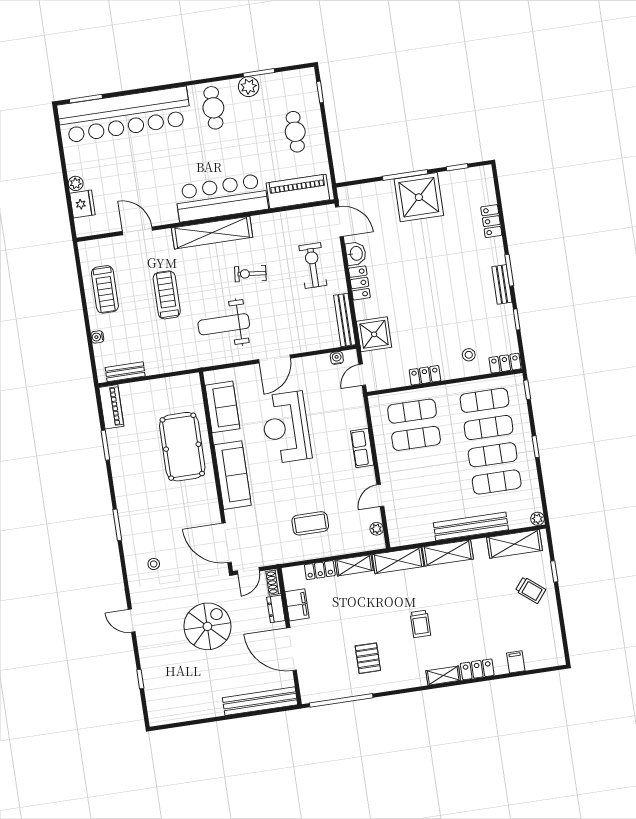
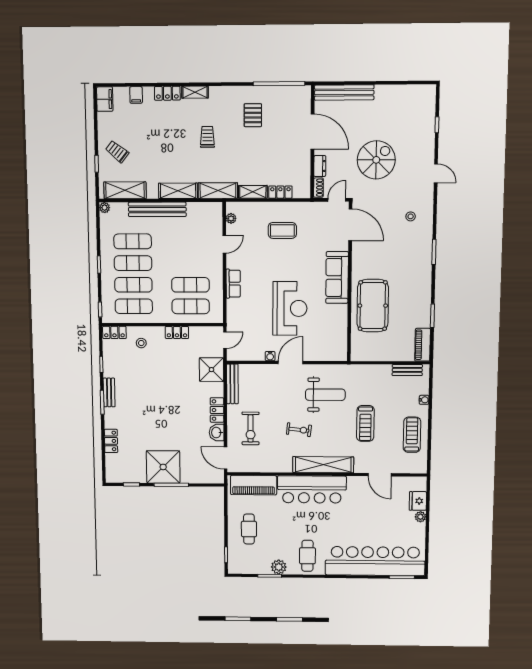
water cooler: (337, 358) -> (270, 356), moved
sofa: (222, 407) -> (336, 332), removed
filing cabinet: (297, 605) -> (105, 99), moved, turned 180
spiral stairs: (207, 626) -> (376, 160), turned 180

